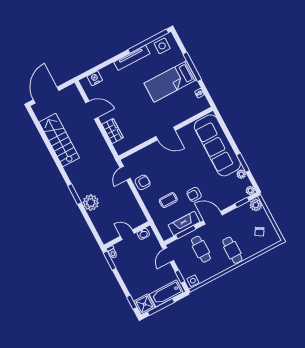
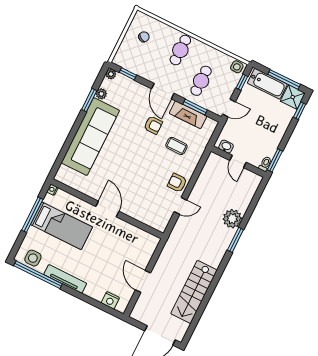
wardrobe: (113, 131) -> (149, 247), removed
door: (166, 133) -> (107, 209), moved
wall: (166, 133) -> (107, 209), moved
plant: (256, 205) -> (121, 59), removed

